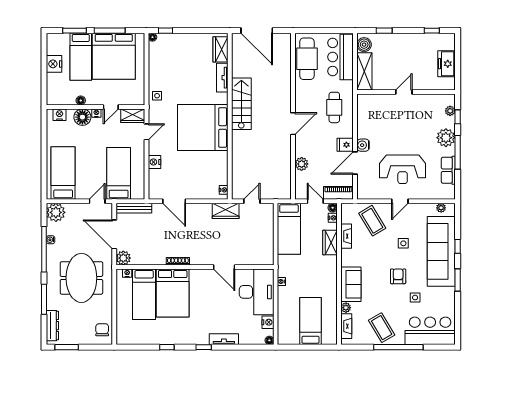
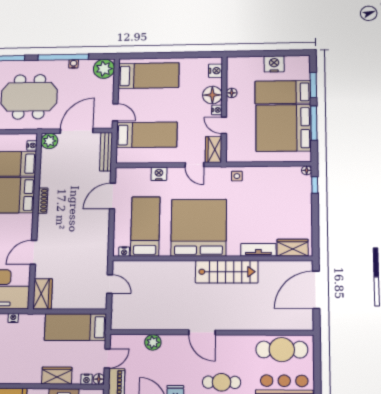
bed: (201, 173) -> (145, 226), added
wardrobe: (226, 211) -> (43, 294), moved, turned 180

